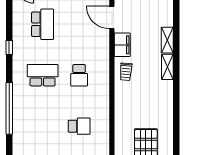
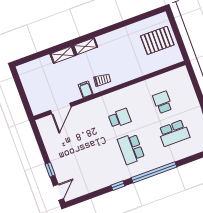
school desk: (43, 24) -> (174, 133), moved, turned 180
filing cabinet: (122, 45) -> (86, 89), width x0.50
window: (9, 108) -> (154, 172), moved

